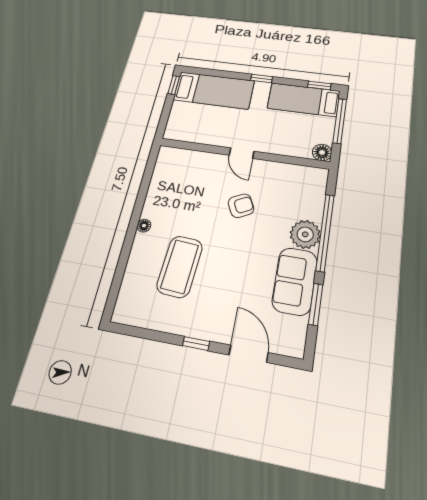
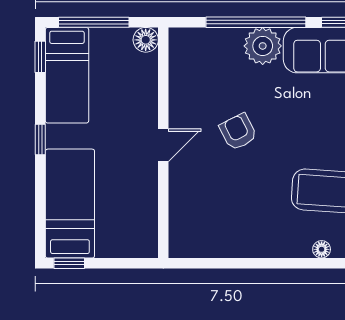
floor lamp: (144, 226) -> (322, 249), moved

